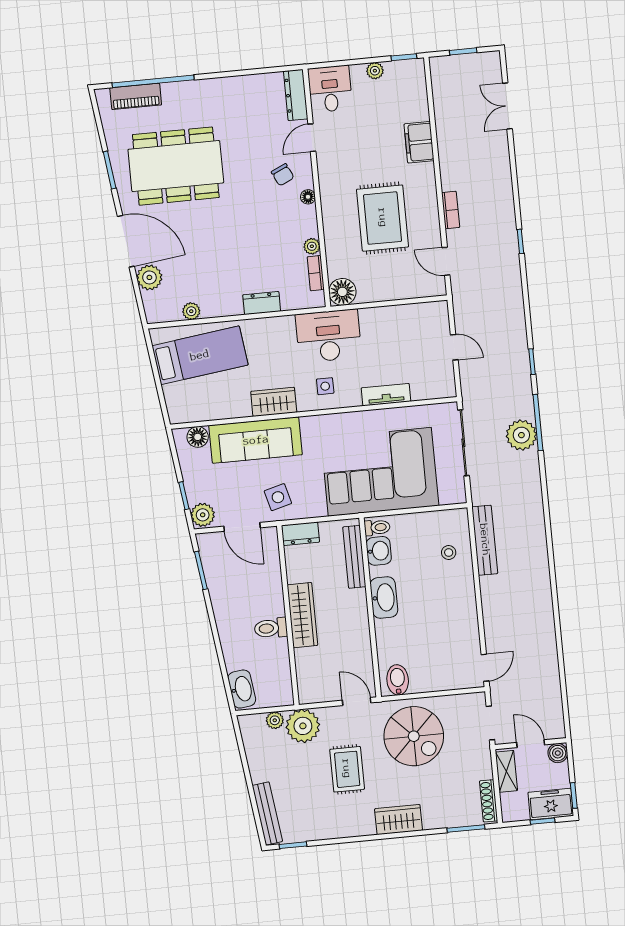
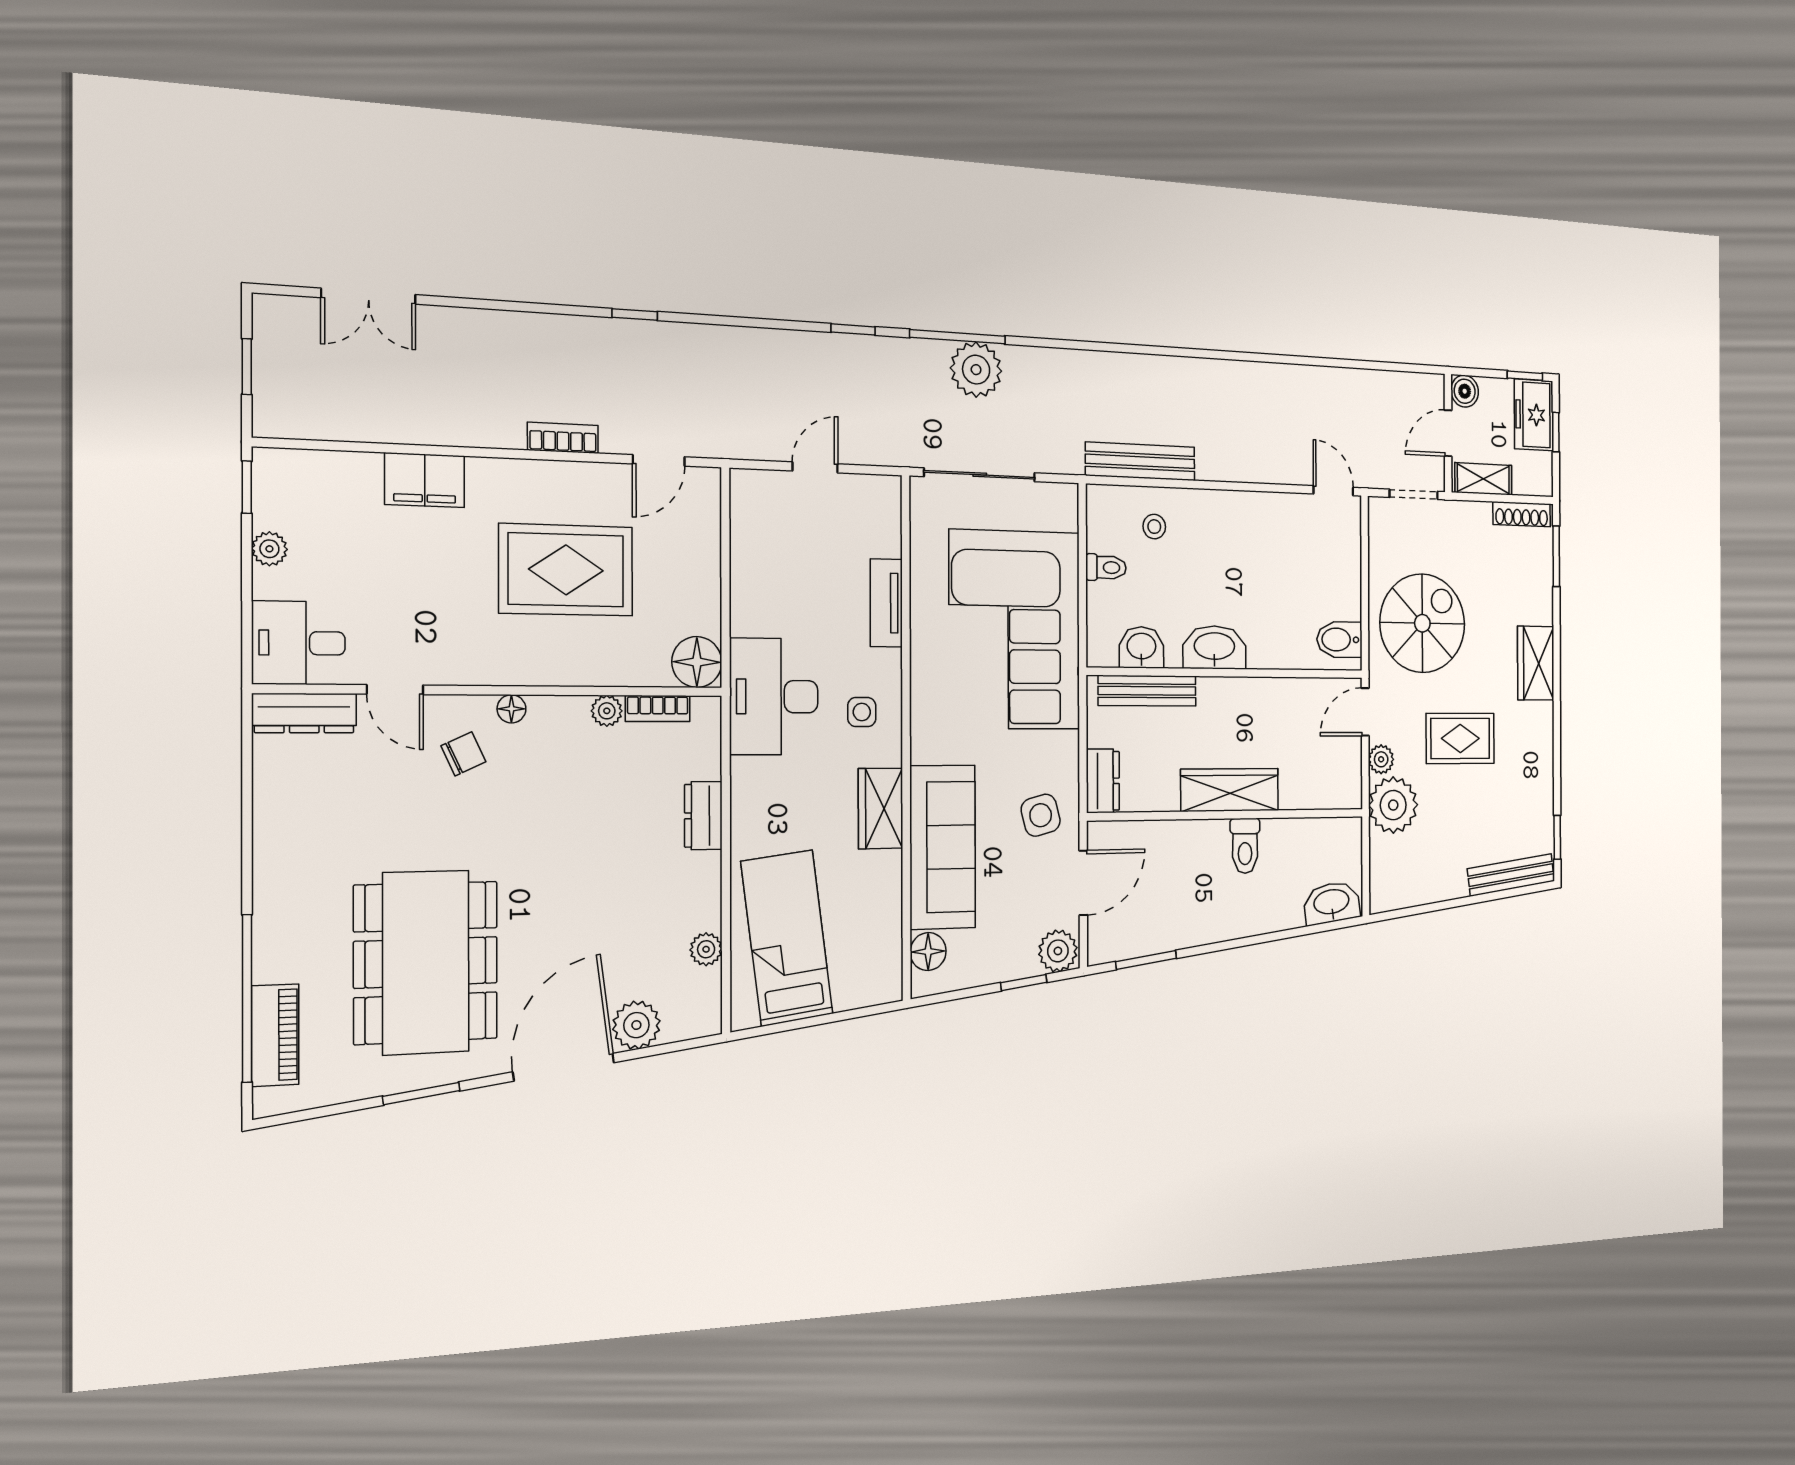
toilet: (377, 527) -> (1106, 567), moved, turned 90
plant: (275, 720) -> (1381, 759), moved

